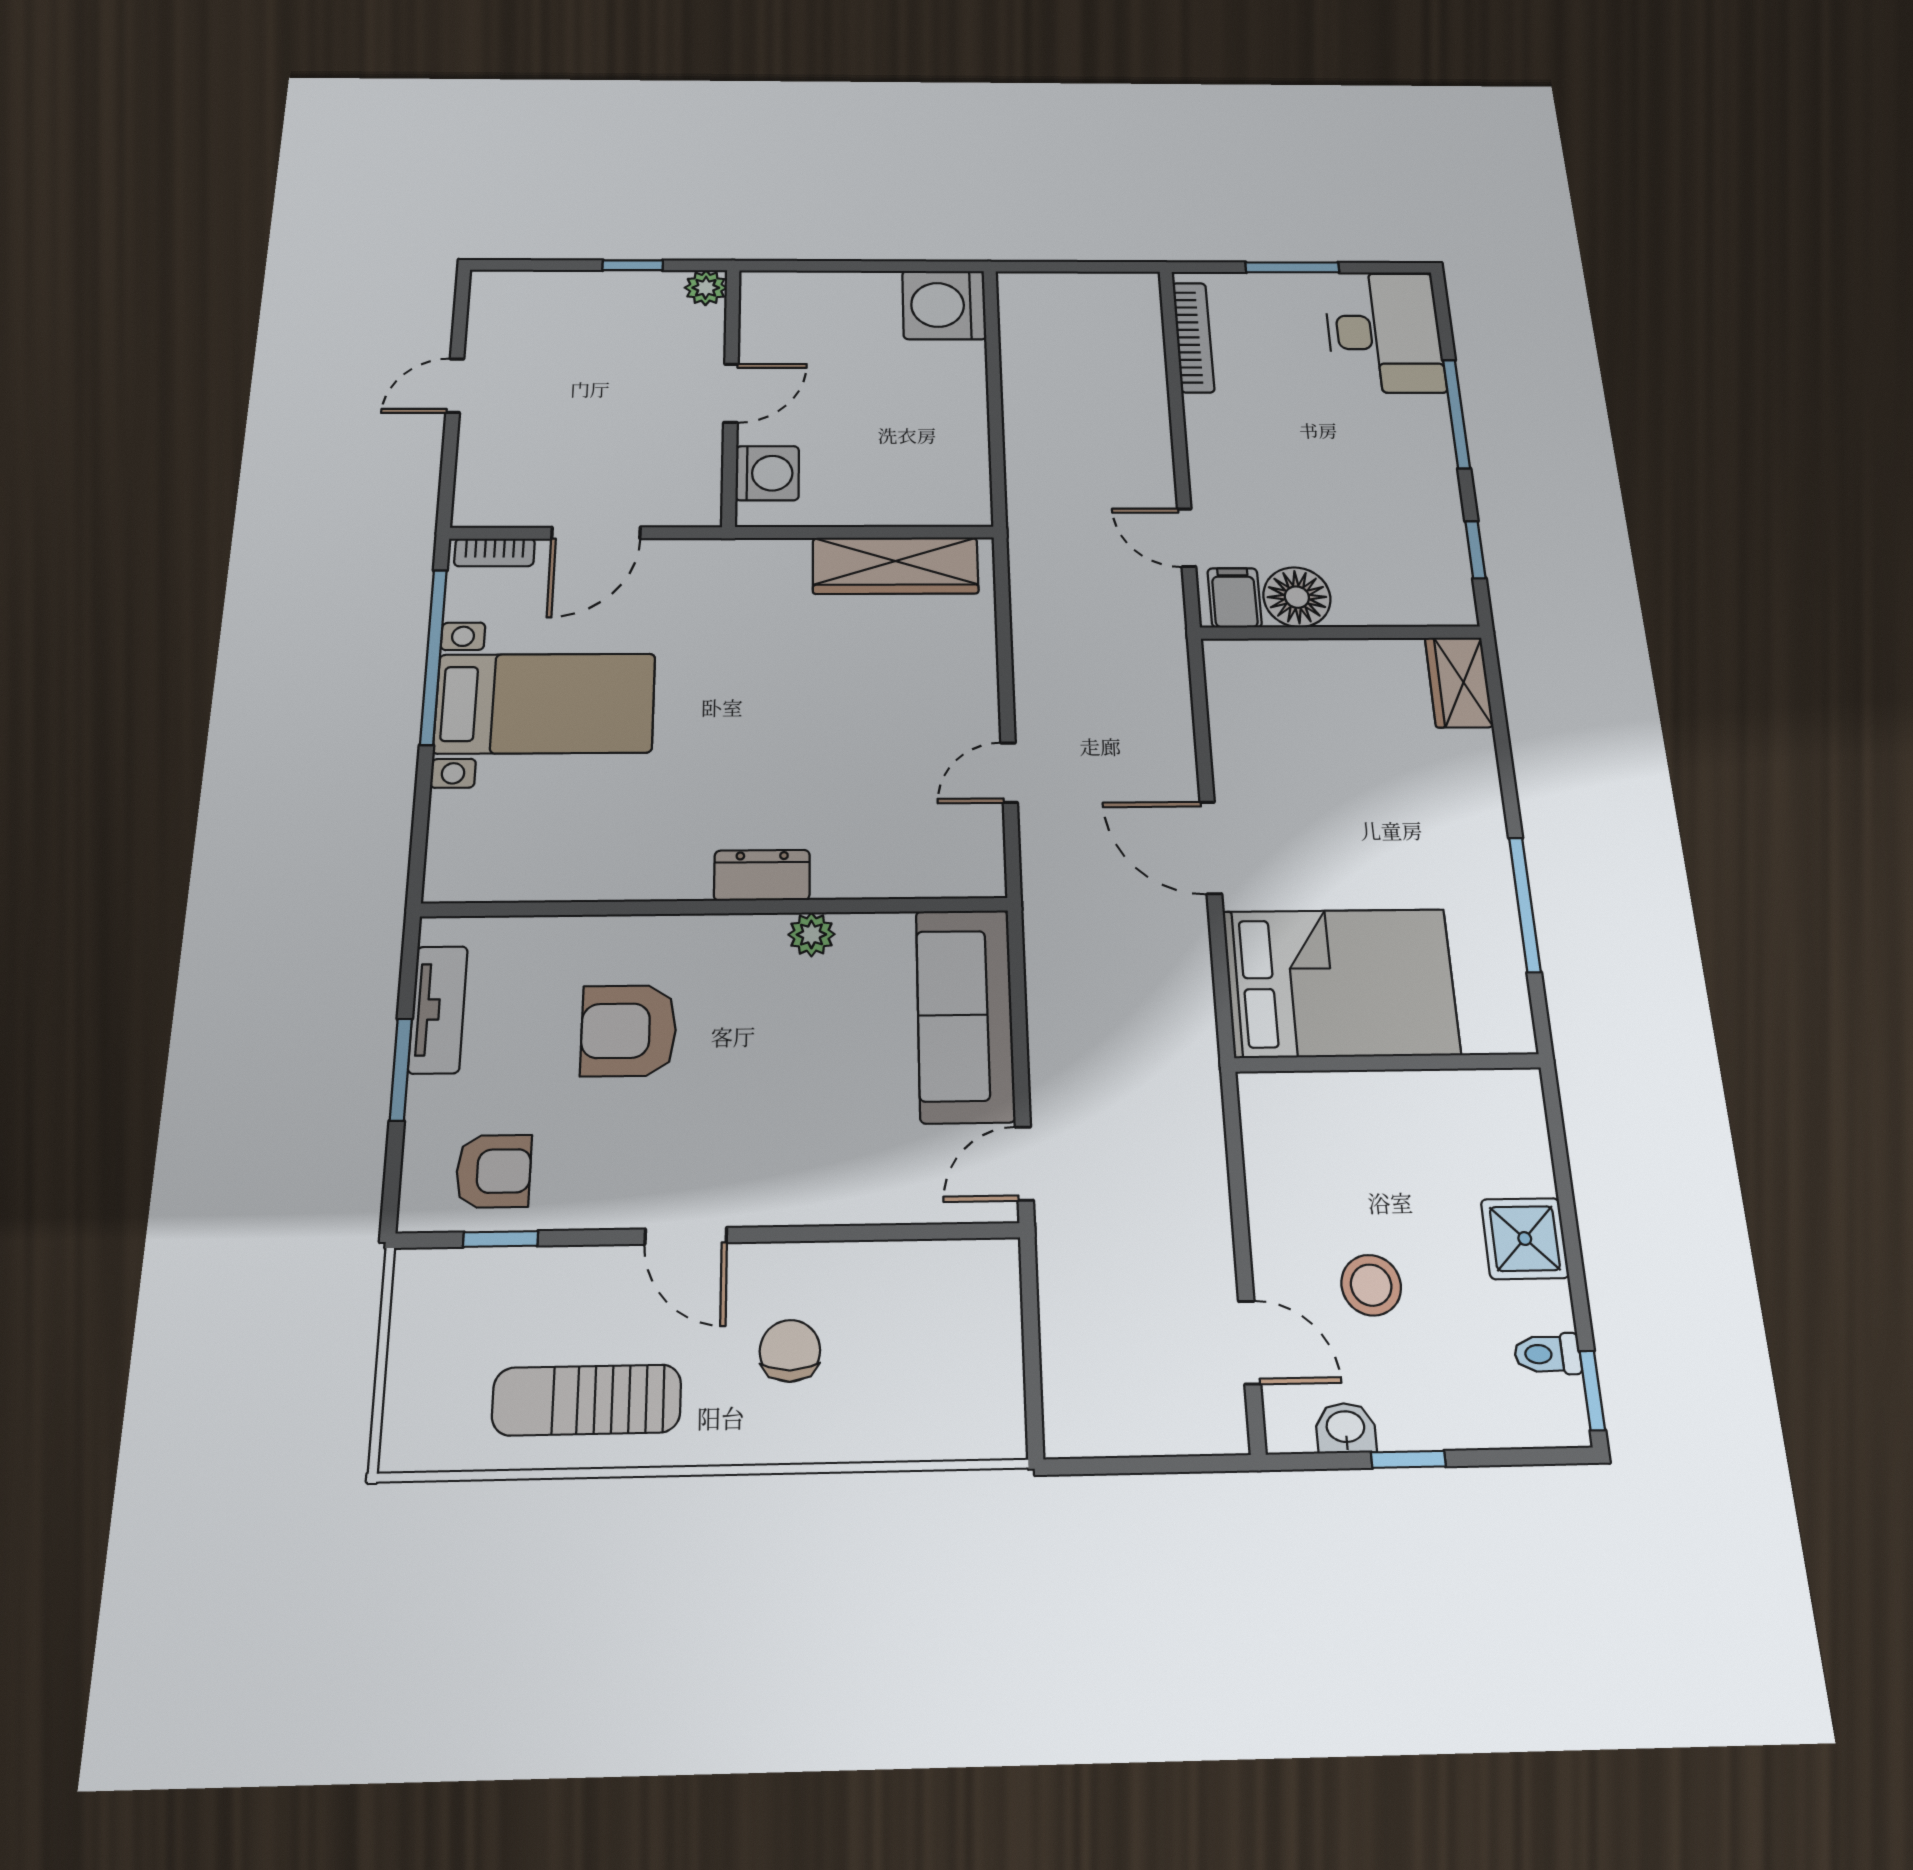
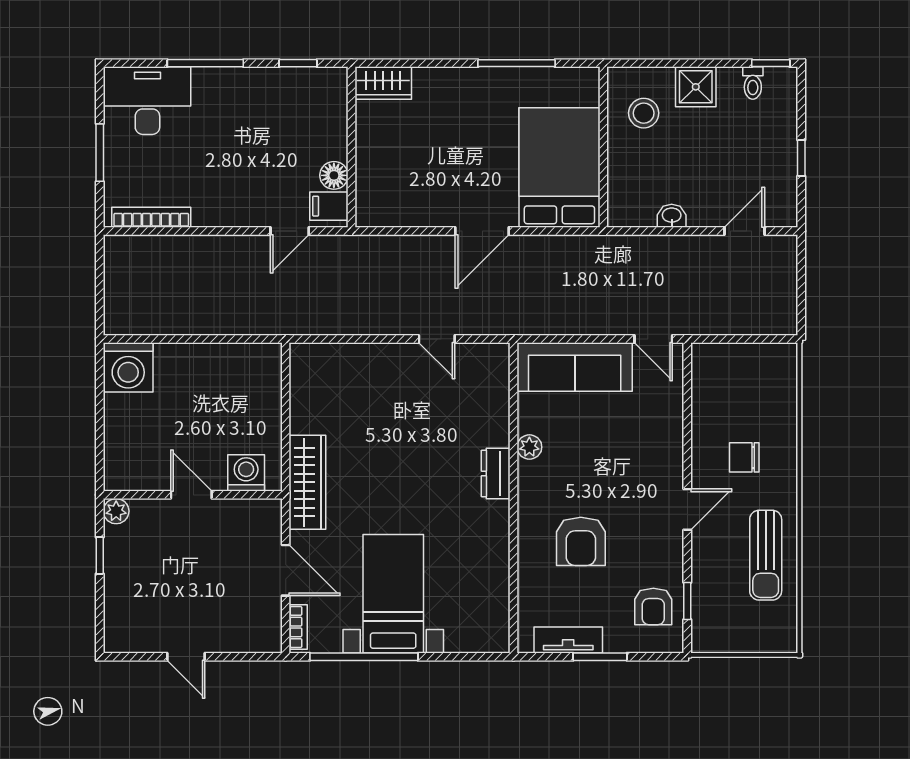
wardrobe: (895, 566) -> (307, 482), moved
floor lamp: (1297, 597) -> (334, 175), width x0.73, depth x0.73
armchair: (494, 1171) -> (653, 606), turned 180
stool: (1371, 1285) -> (644, 113), moved
washbasin: (1346, 1428) -> (672, 216), moved, turned 90

